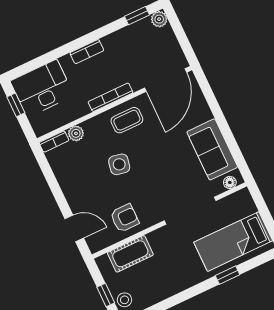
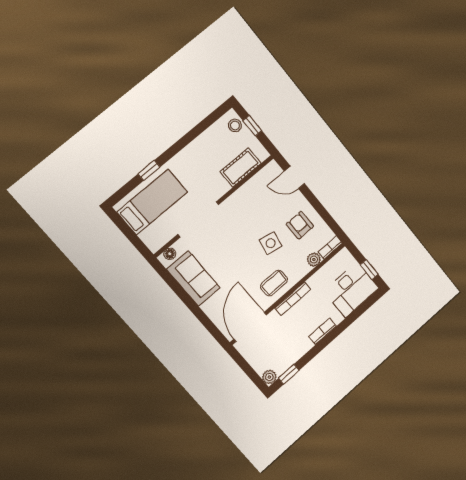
armchair: (125, 218) -> (300, 225), moved, turned 90

